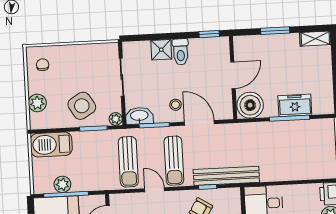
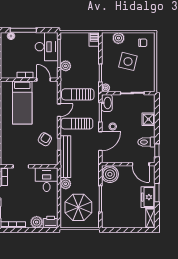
toilet: (181, 52) -> (146, 142), moved
door: (233, 75) -> (141, 164), moved
freezer: (295, 105) -> (148, 197), moved, turned 180
side table: (82, 106) -> (128, 61), moved, turned 45
barbecue: (51, 144) -> (94, 39), width x0.53, depth x0.65
parasol: (304, 152) -> (78, 207), added
plant: (269, 174) -> (66, 184), added
plant: (62, 184) -> (66, 66), moved

